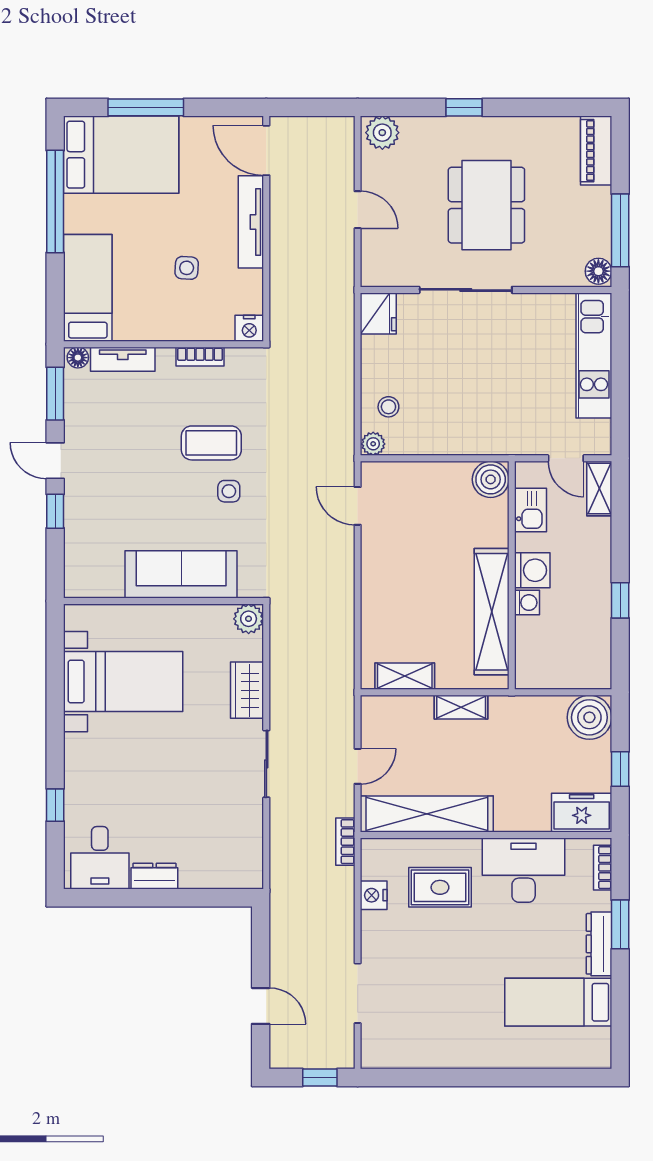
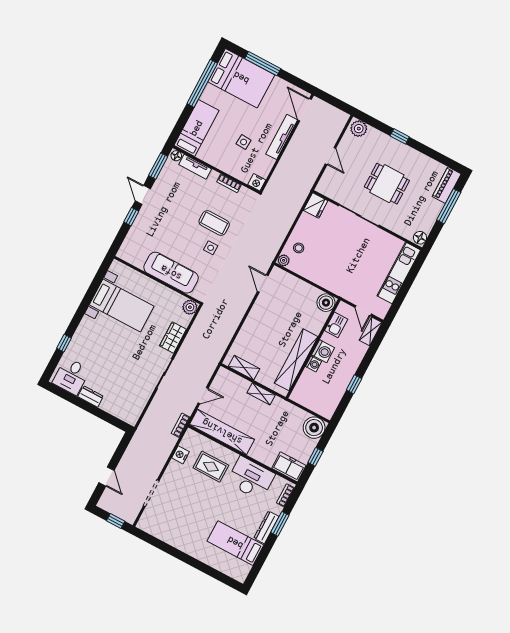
dining table: (486, 205) -> (387, 184), width x0.73
window: (620, 230) -> (449, 206), moved

